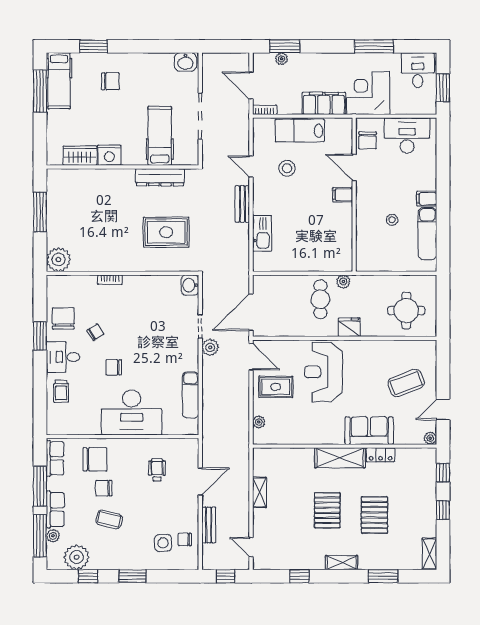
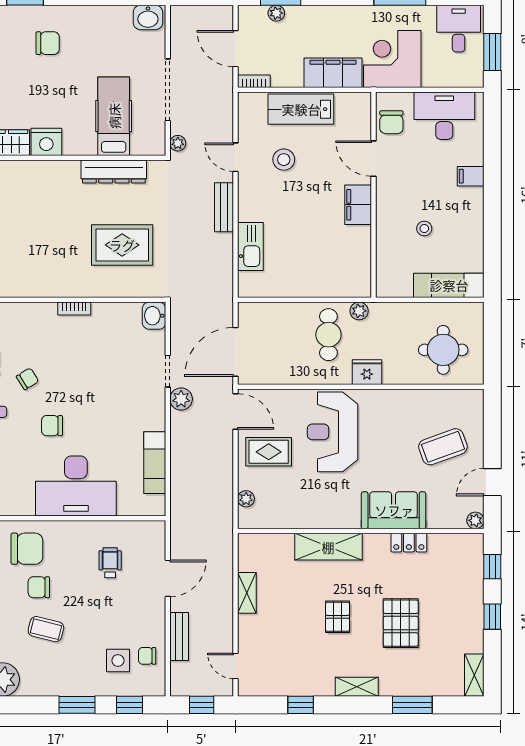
plant: (208, 156) -> (178, 143), added
filing cabinet: (343, 195) -> (358, 205), width x2.00
filing cabinet: (427, 199) -> (471, 176), moved
exam couch: (427, 234) -> (449, 285), moved, turned 90
bookcase: (110, 280) -> (74, 308), moved
shelving: (340, 458) -> (328, 547), moved
pallet: (327, 510) -> (338, 617), width x0.67, depth x0.71
window: (88, 576) -> (129, 705), moved

